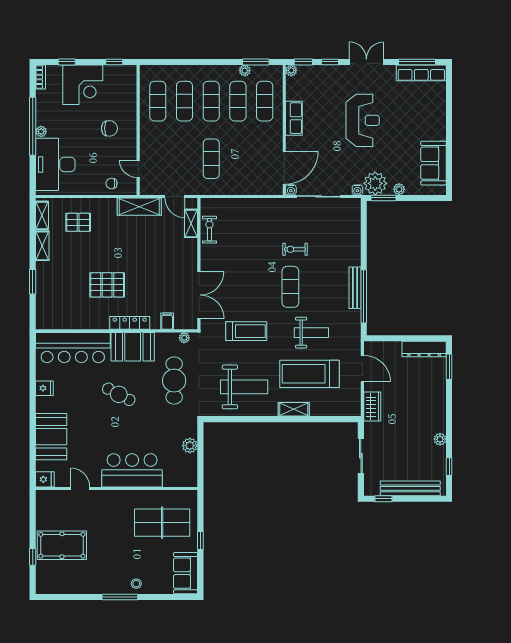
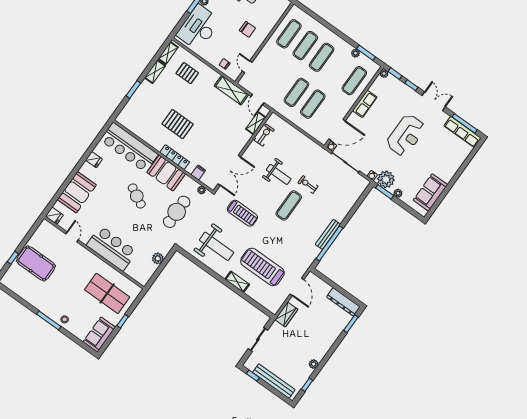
exercise mat: (238, 101) -> (313, 104), moved
weight bench: (311, 333) -> (279, 174), moved

